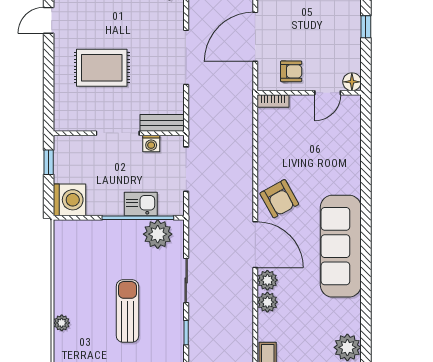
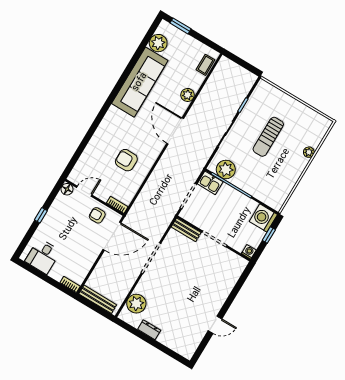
door: (255, 37) -> (112, 236), moved
rug: (102, 68) -> (201, 281), removed
washing machine: (151, 143) -> (249, 252), moved
window: (49, 162) -> (269, 235), moved
armchair: (279, 199) -> (126, 160), moved, turned -61
kitchen sink: (141, 204) -> (210, 183), moved
sofa: (341, 246) -> (140, 82), moved
plant: (267, 280) -> (180, 107), removed

